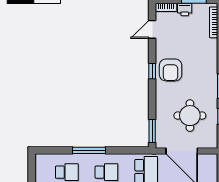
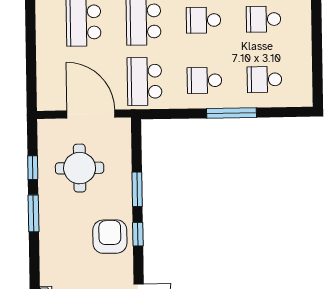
window: (152, 131) -> (137, 189), moved

